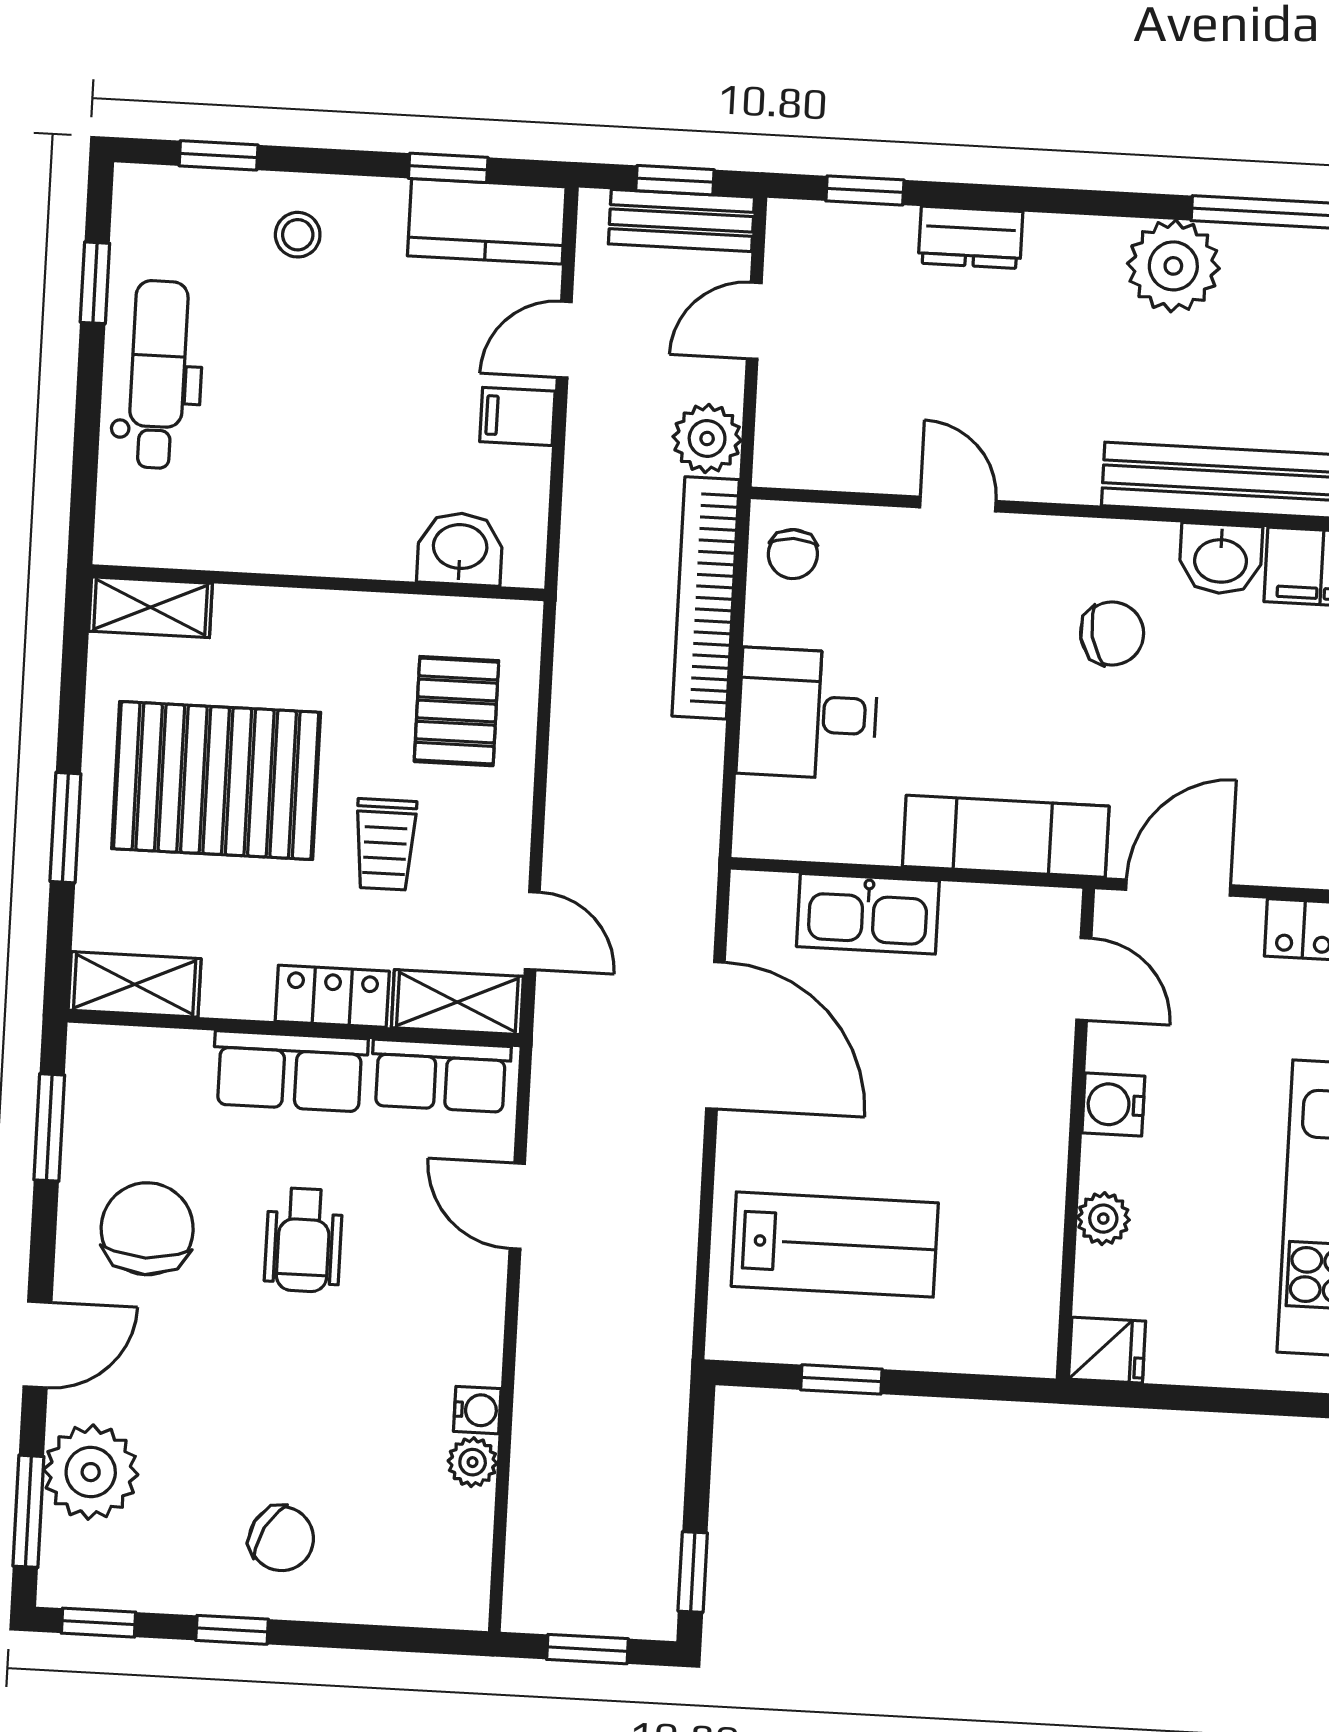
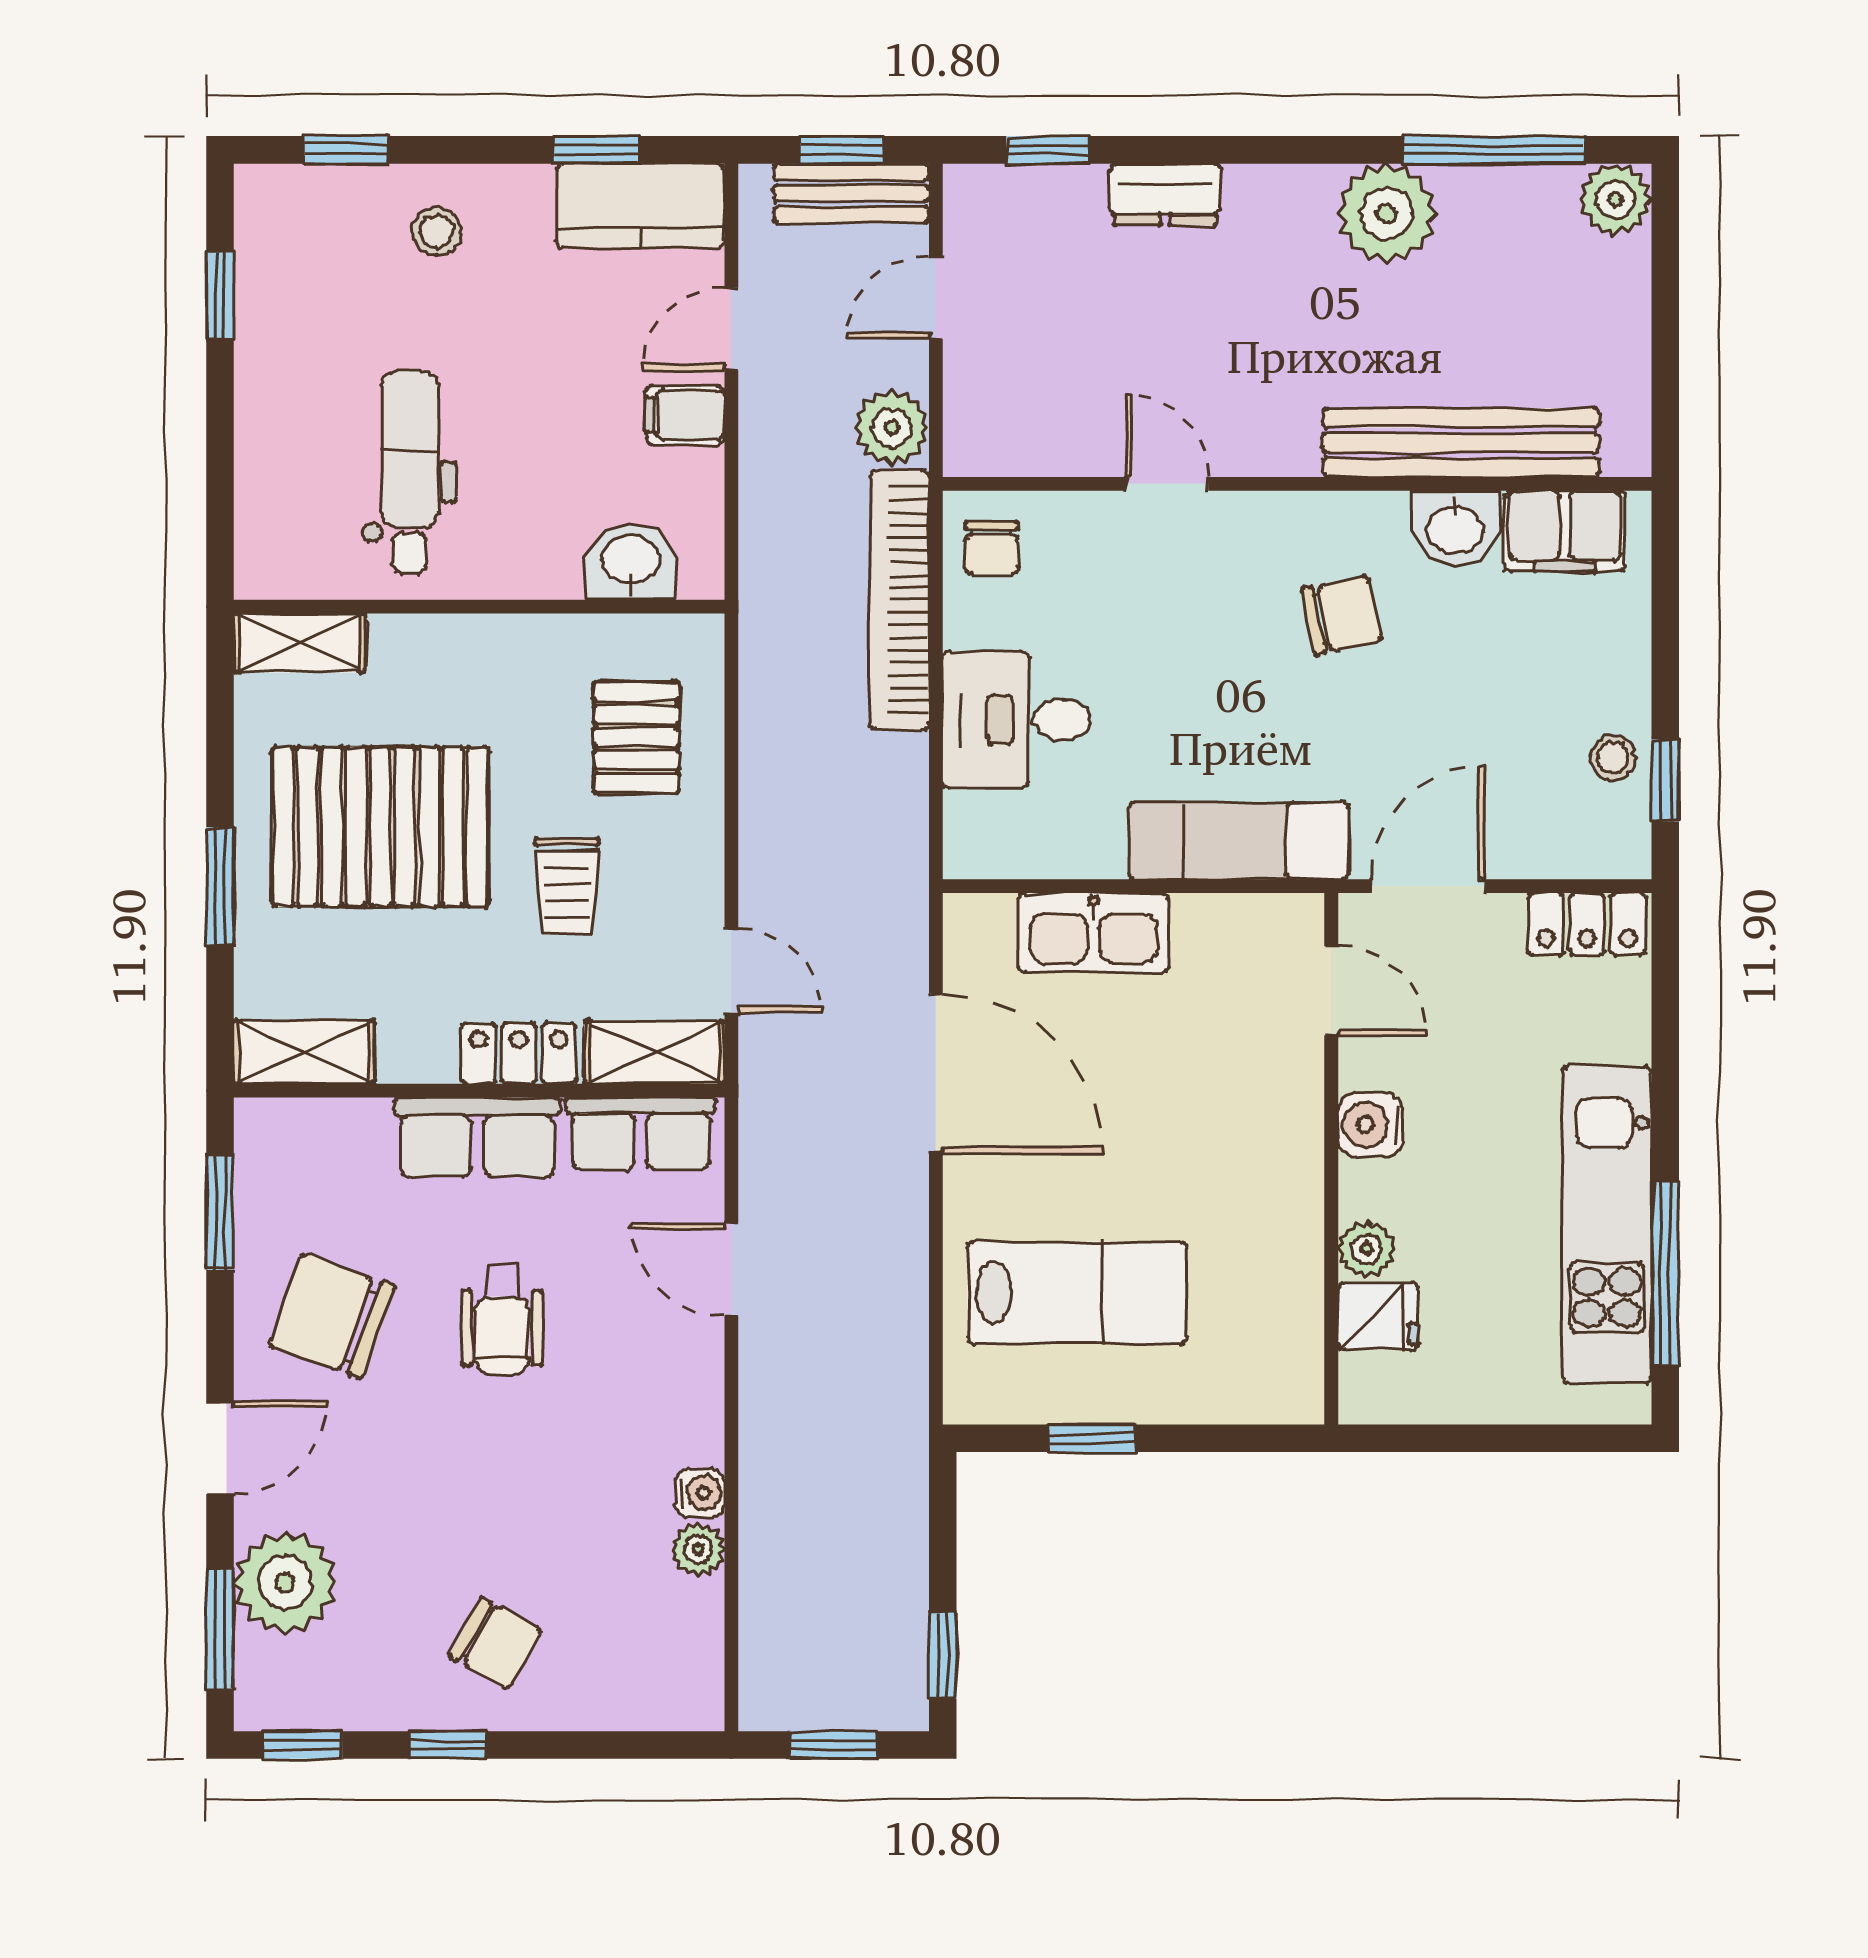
dental chair: (158, 374) -> (410, 472), moved
chair: (147, 1229) -> (332, 1316), turned -70
fridge: (1107, 1350) -> (1378, 1316), moved

